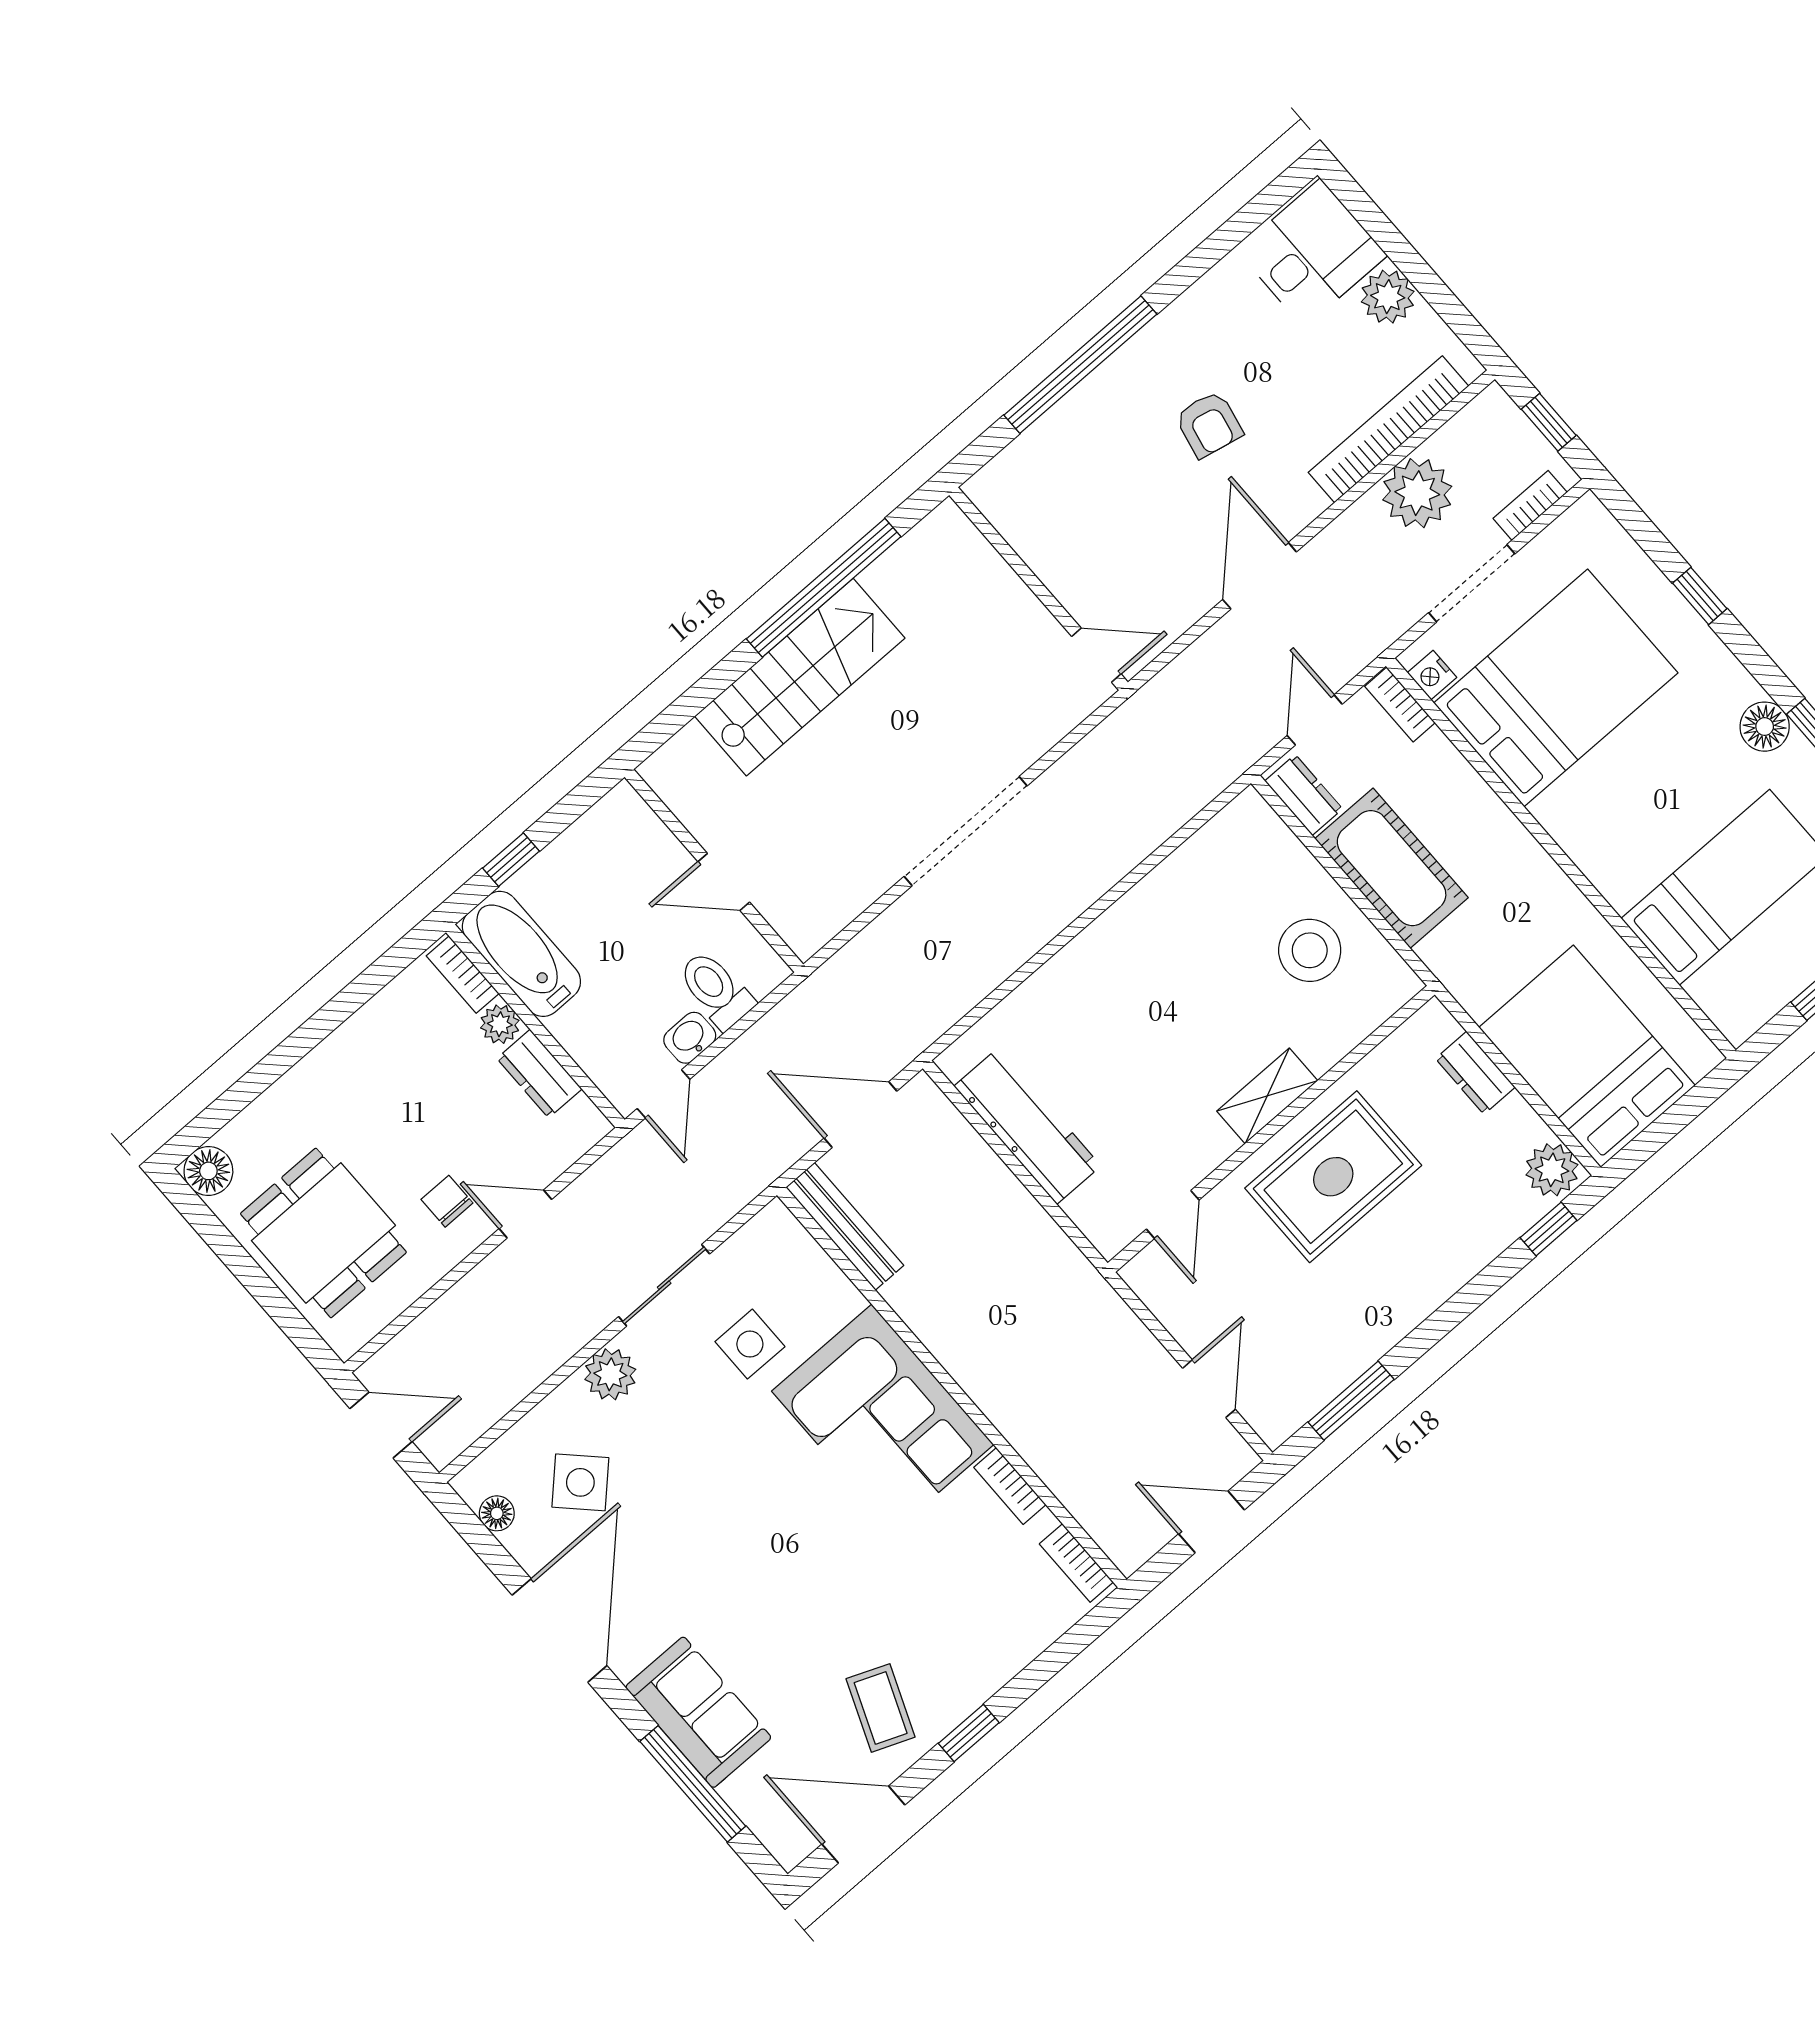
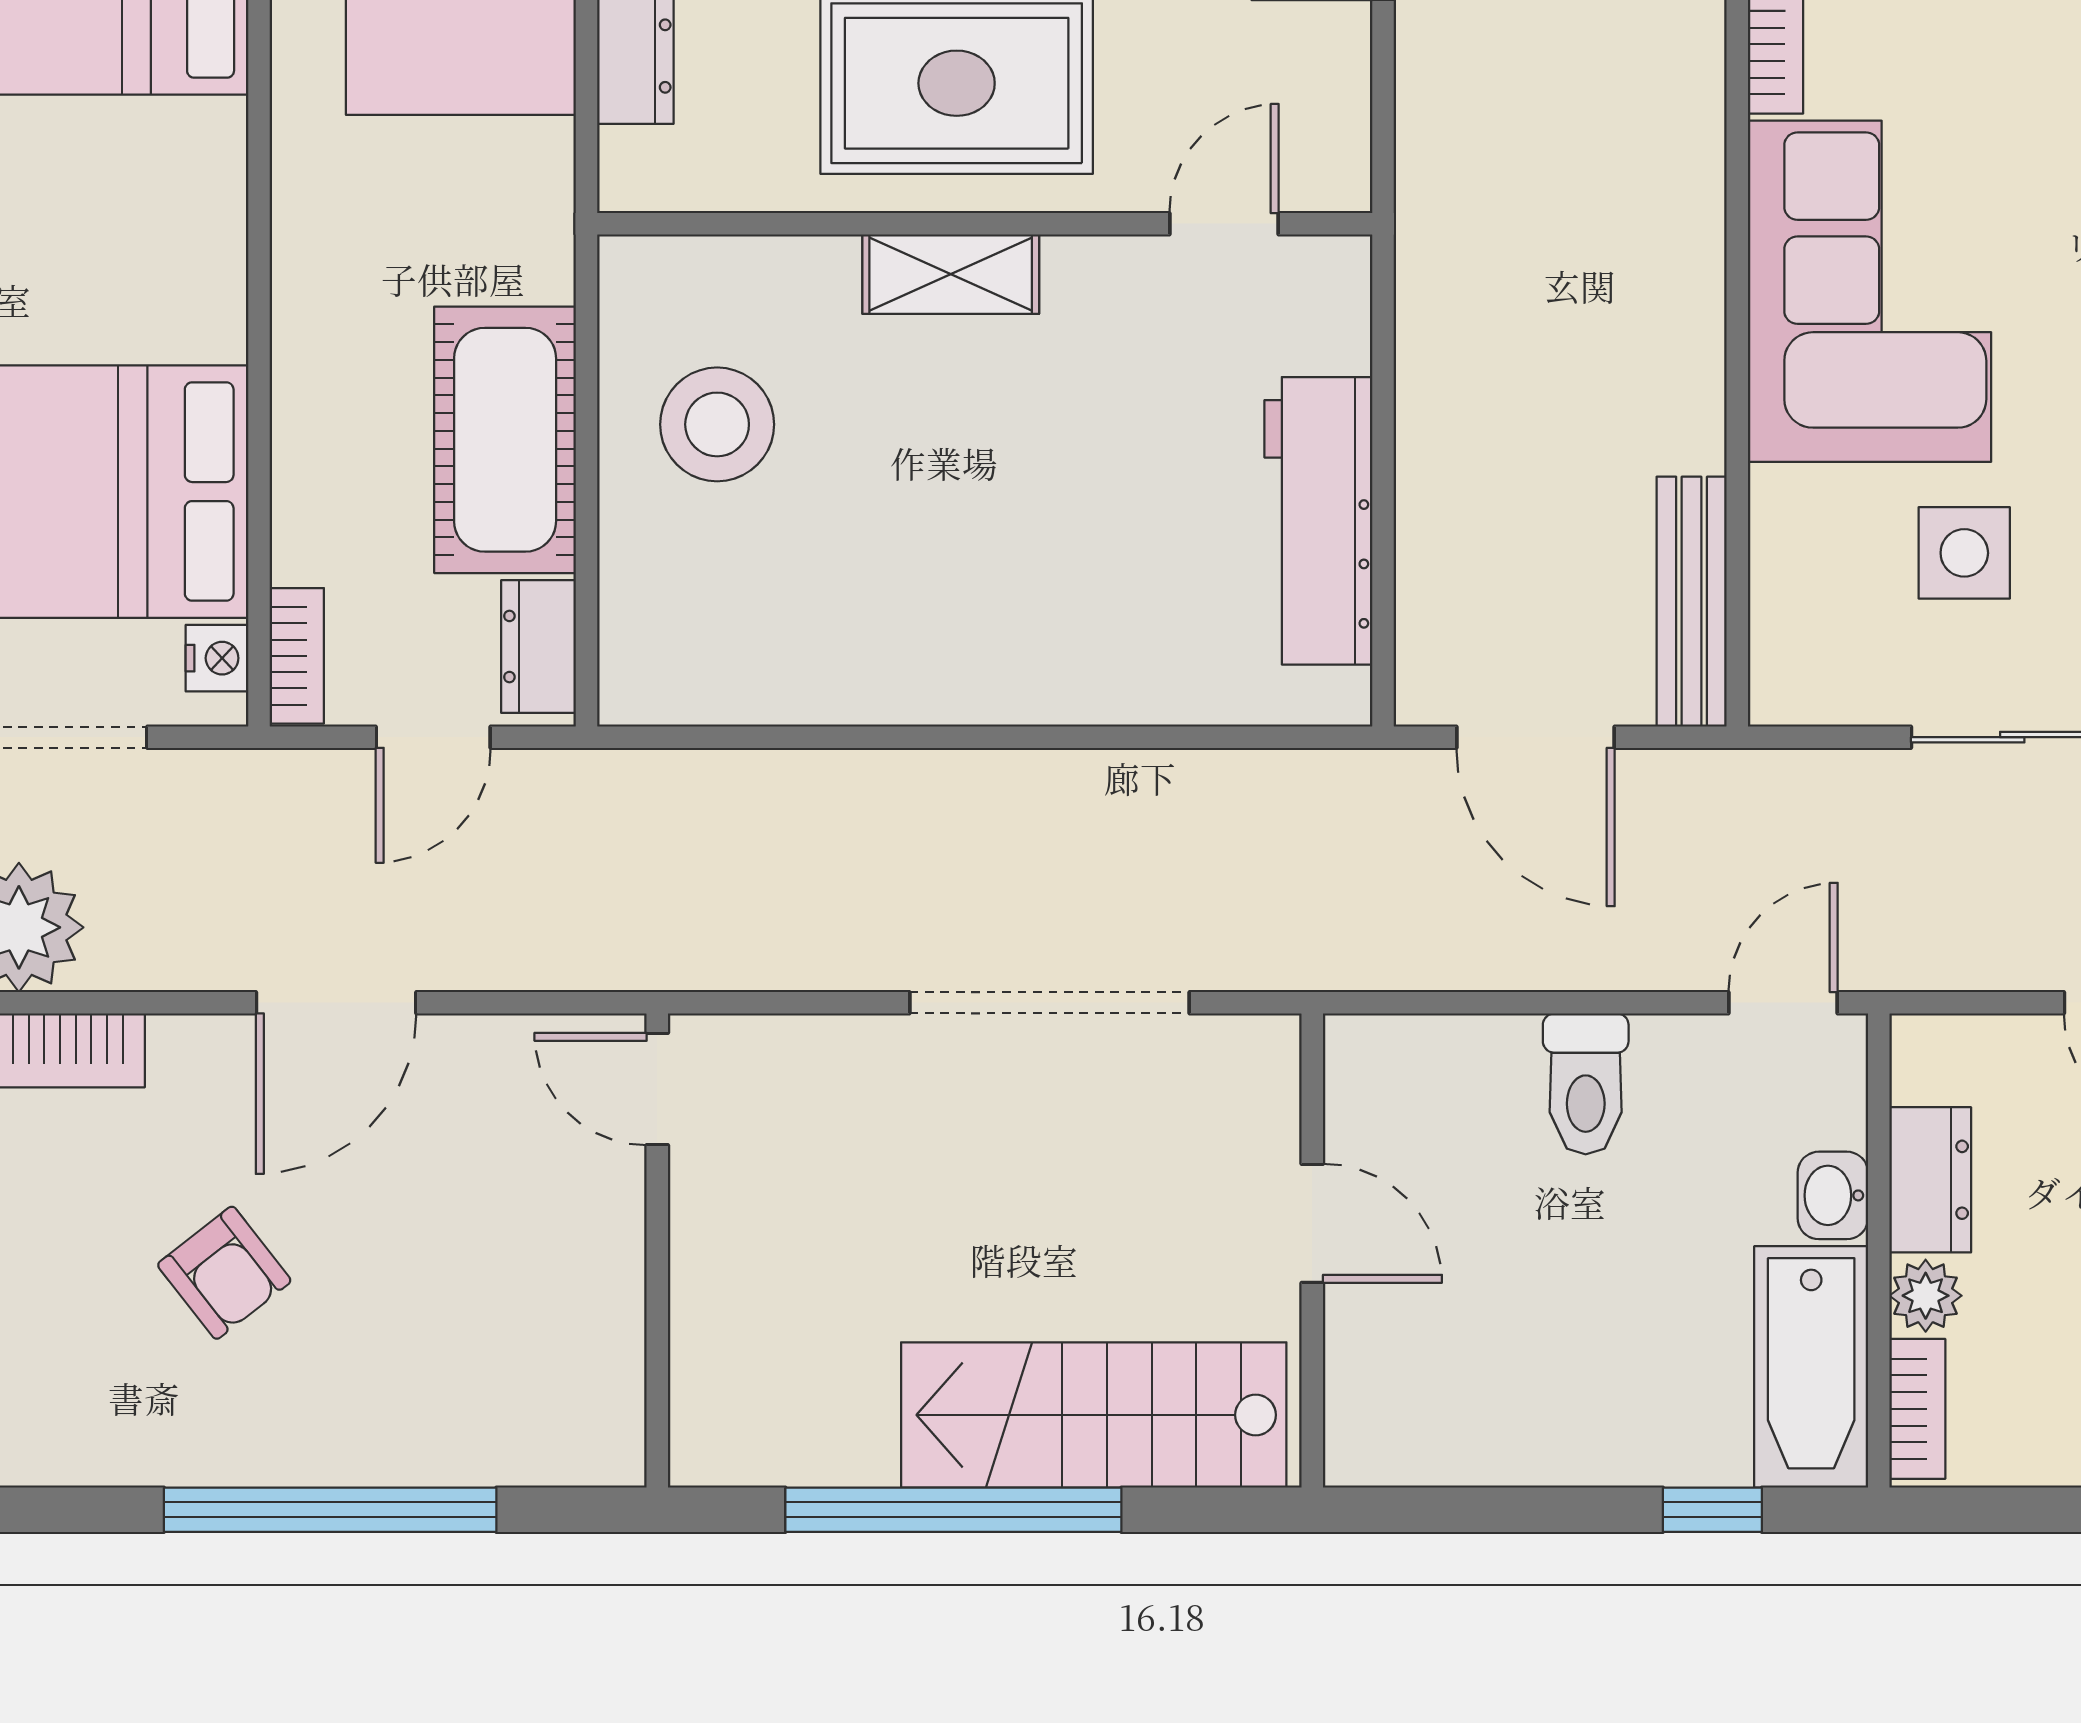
armchair: (1209, 424) -> (224, 1273), turned 130
wall: (714, 871) -> (1312, 1250), moved
door: (724, 882) -> (1312, 1223), moved
washbasin: (690, 1038) -> (1833, 1195), moved, turned 90

